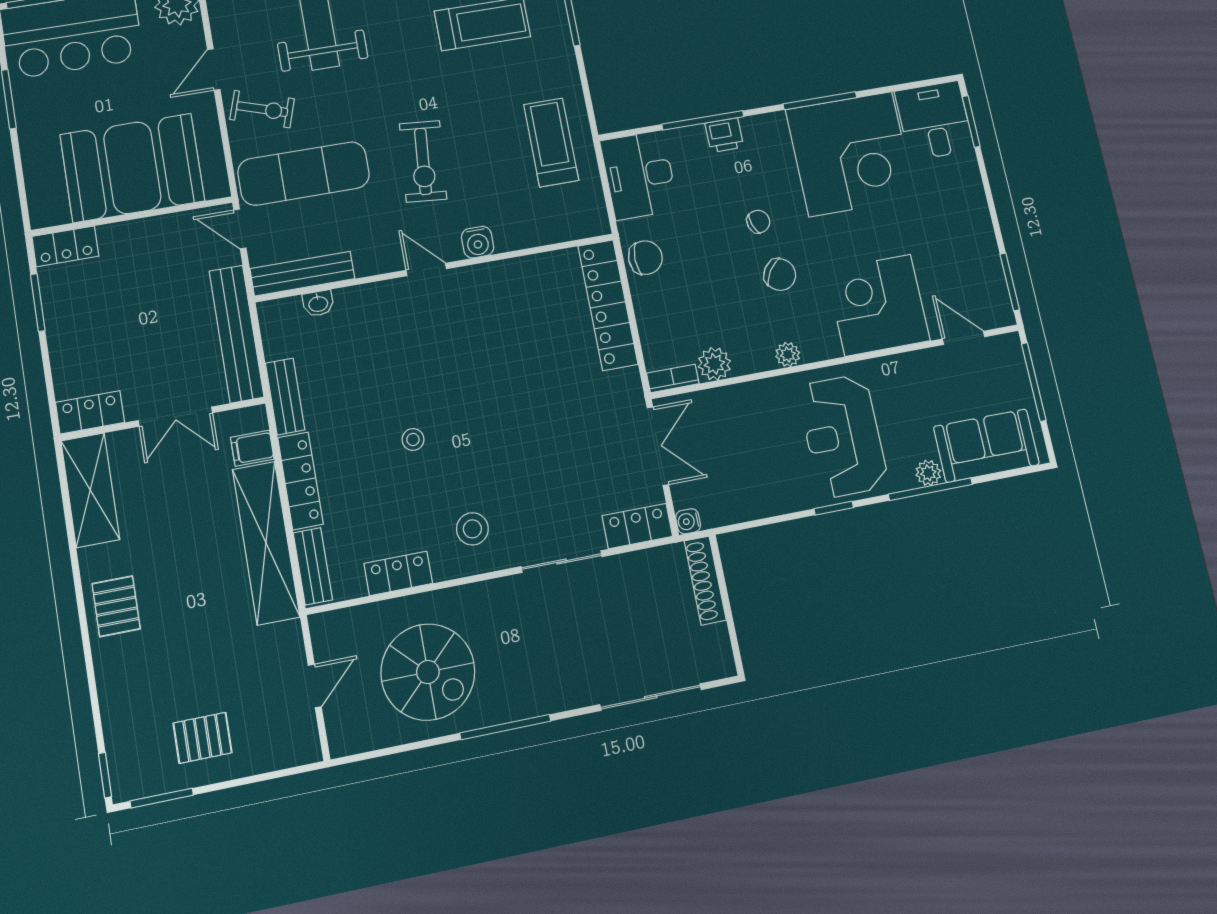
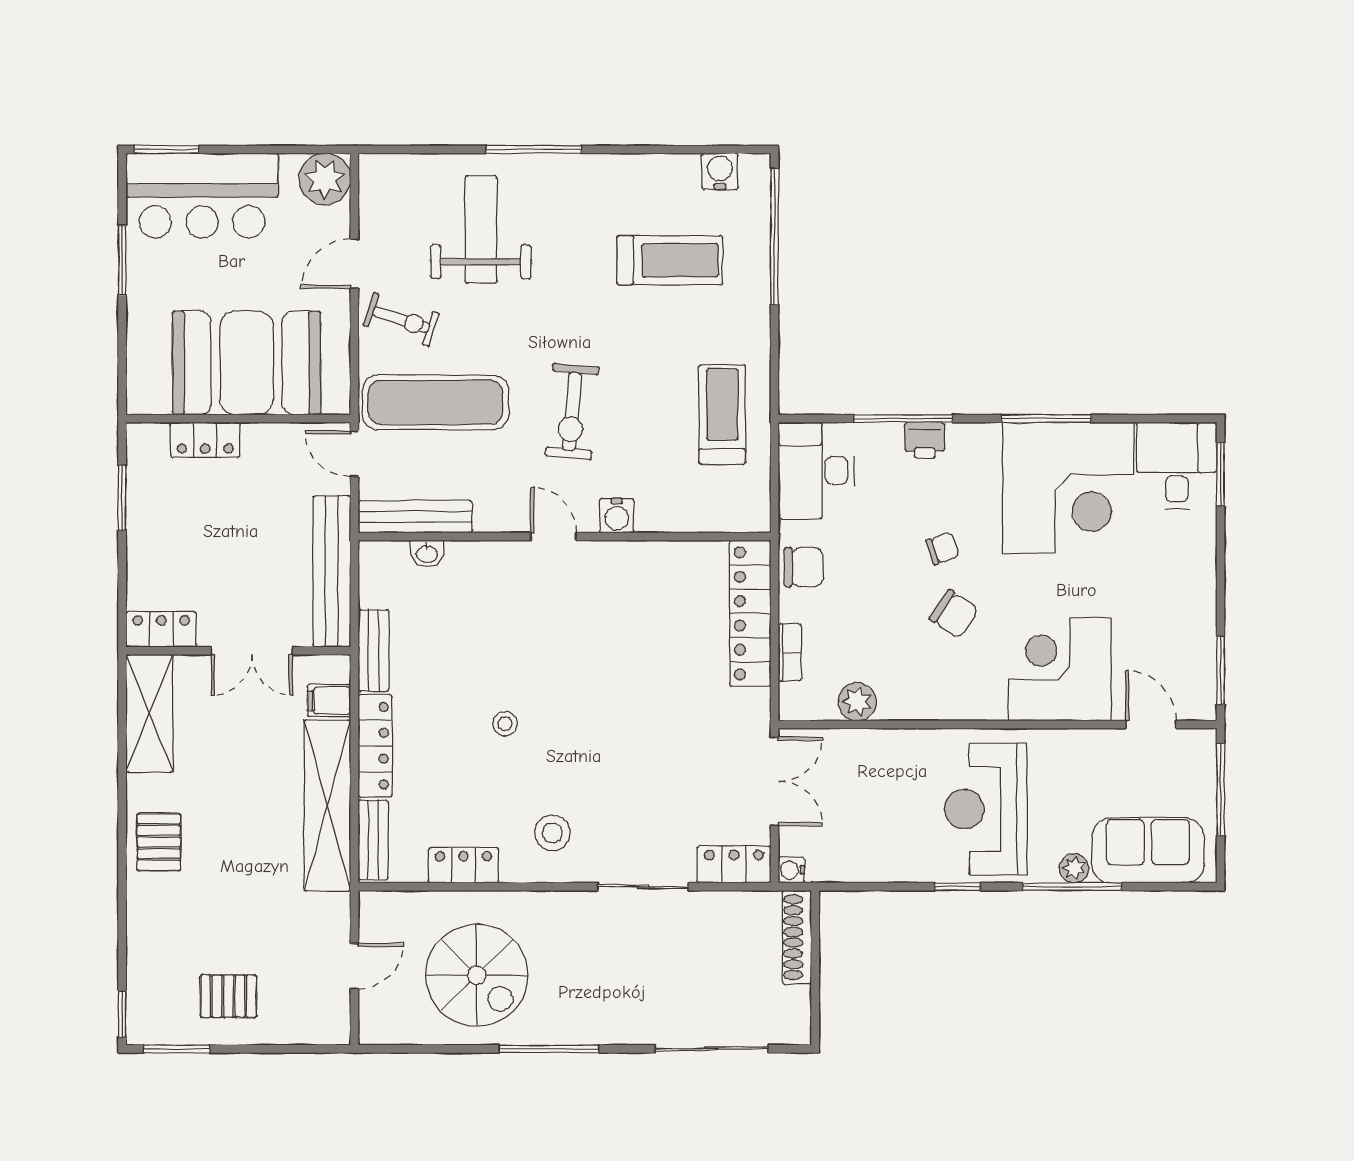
locker: (65, 246) -> (205, 440), moved
plant: (788, 355) -> (943, 706), removed
bookcase: (673, 378) -> (790, 652), moved, turned 90

